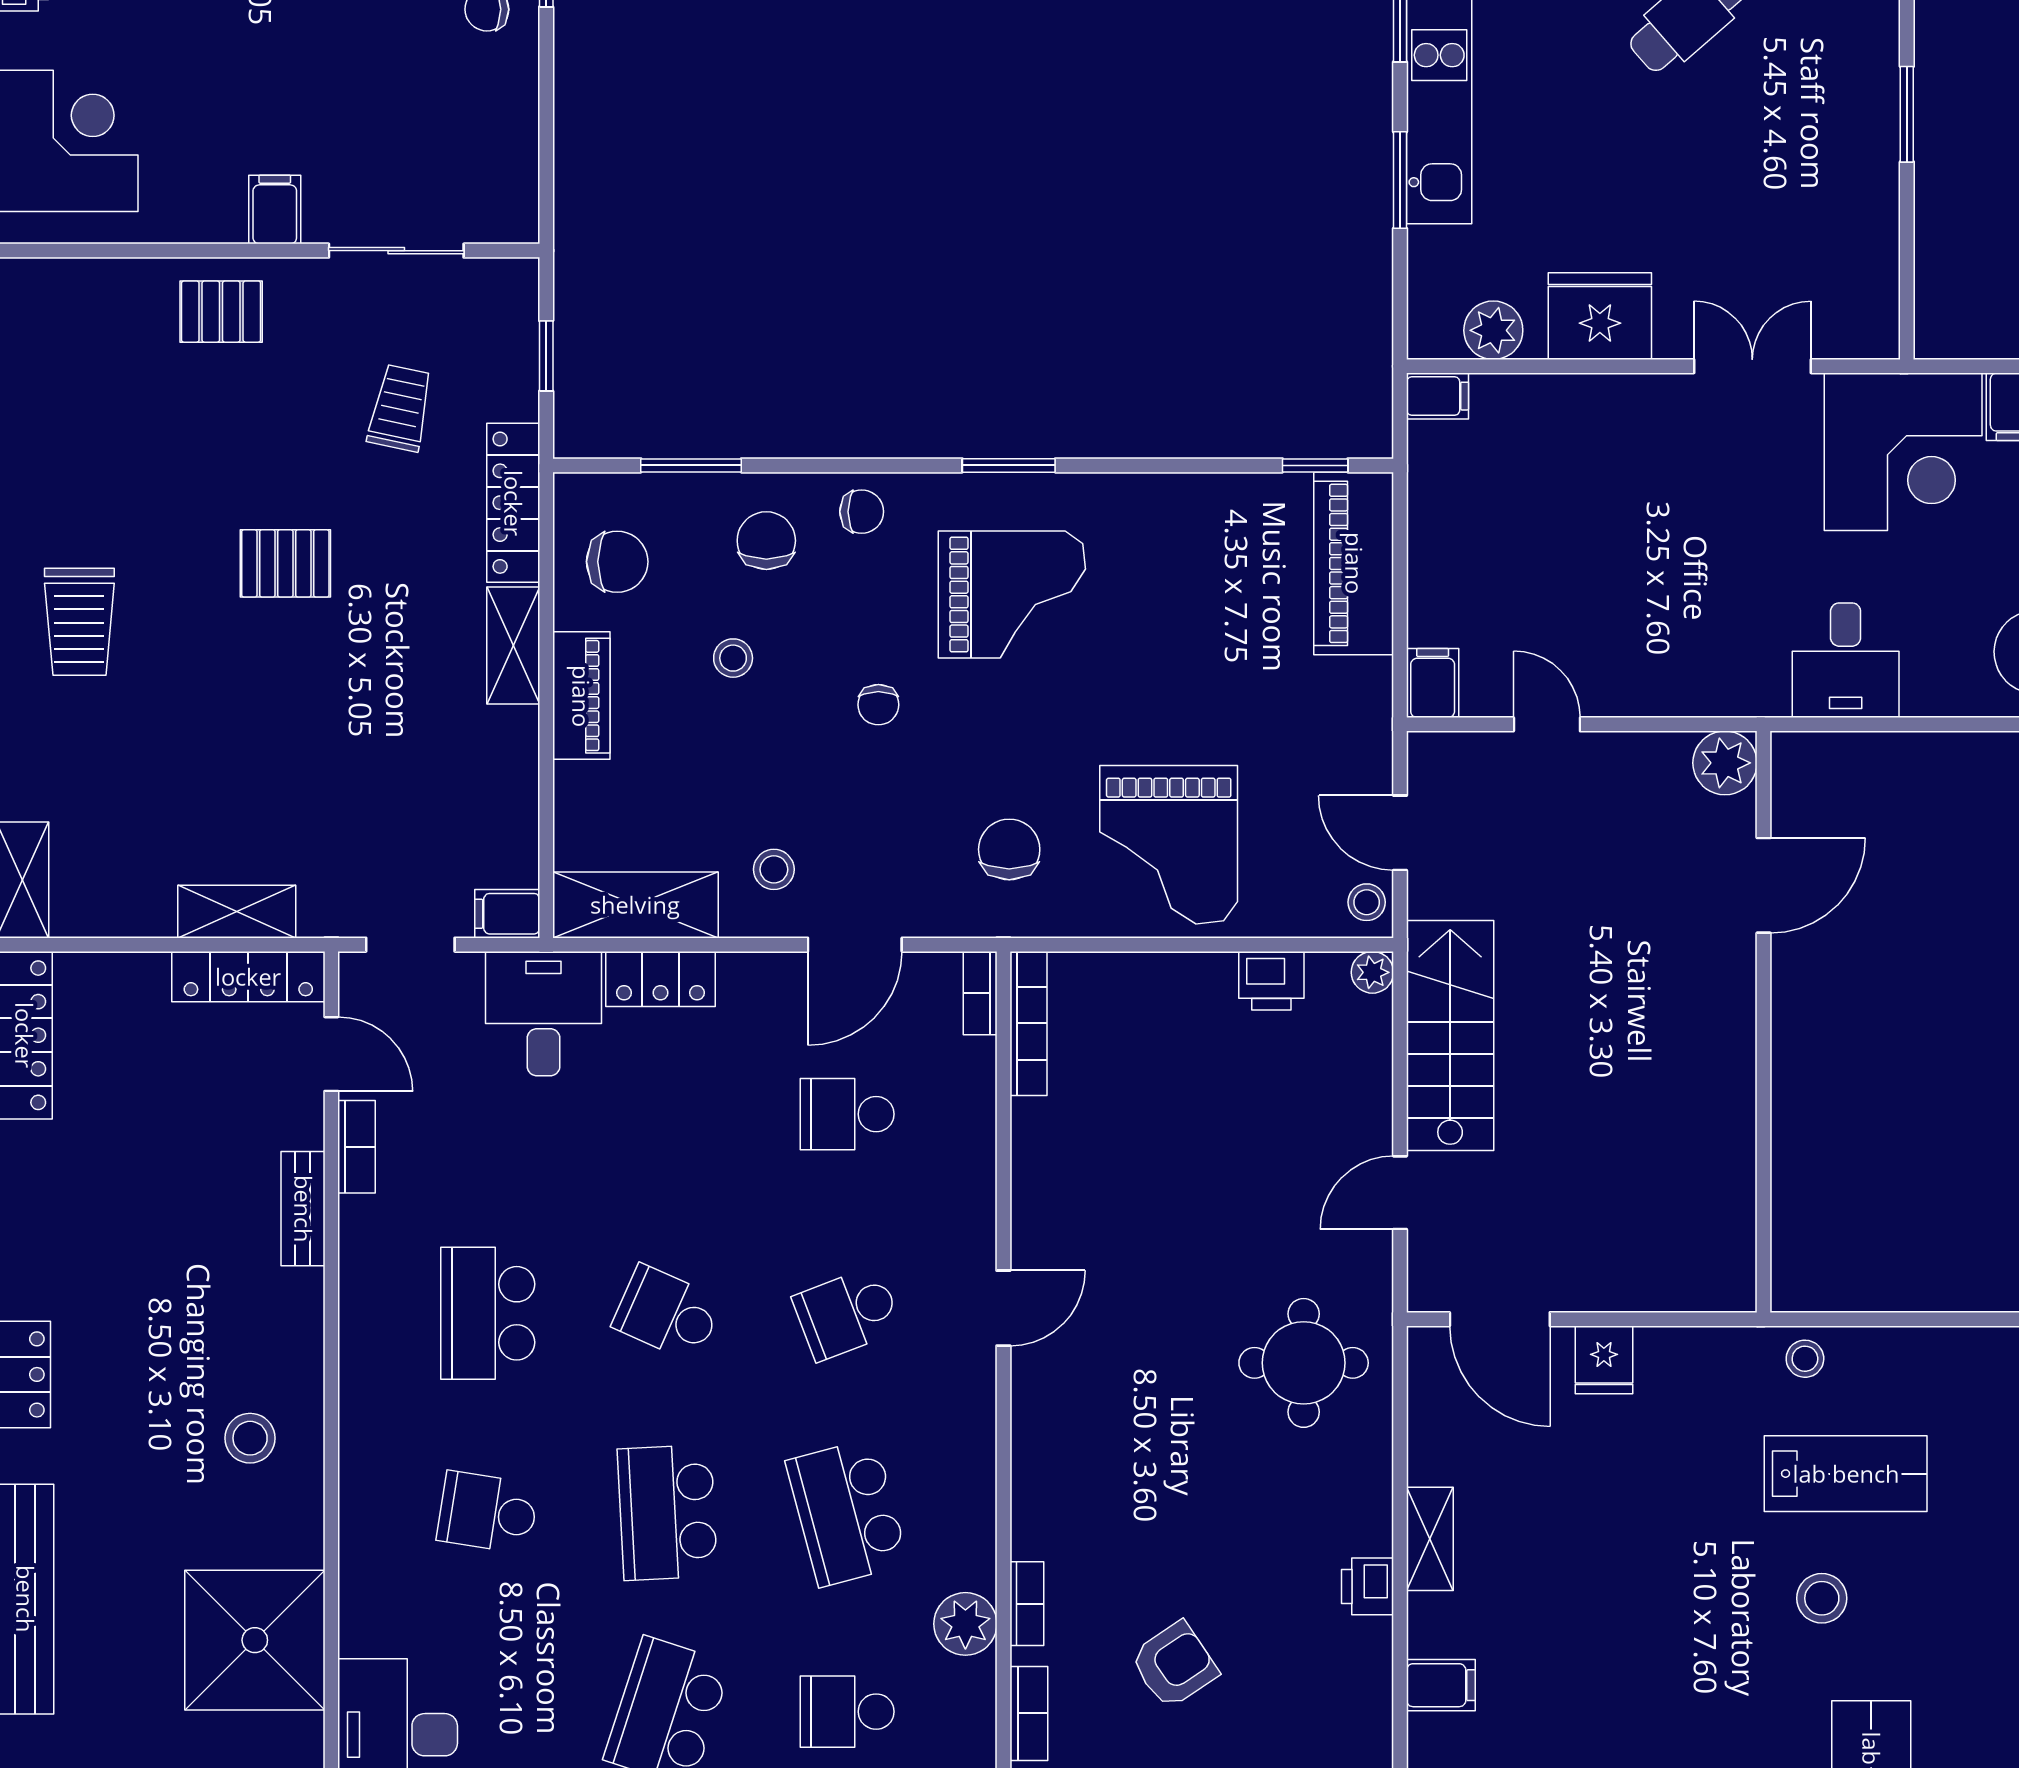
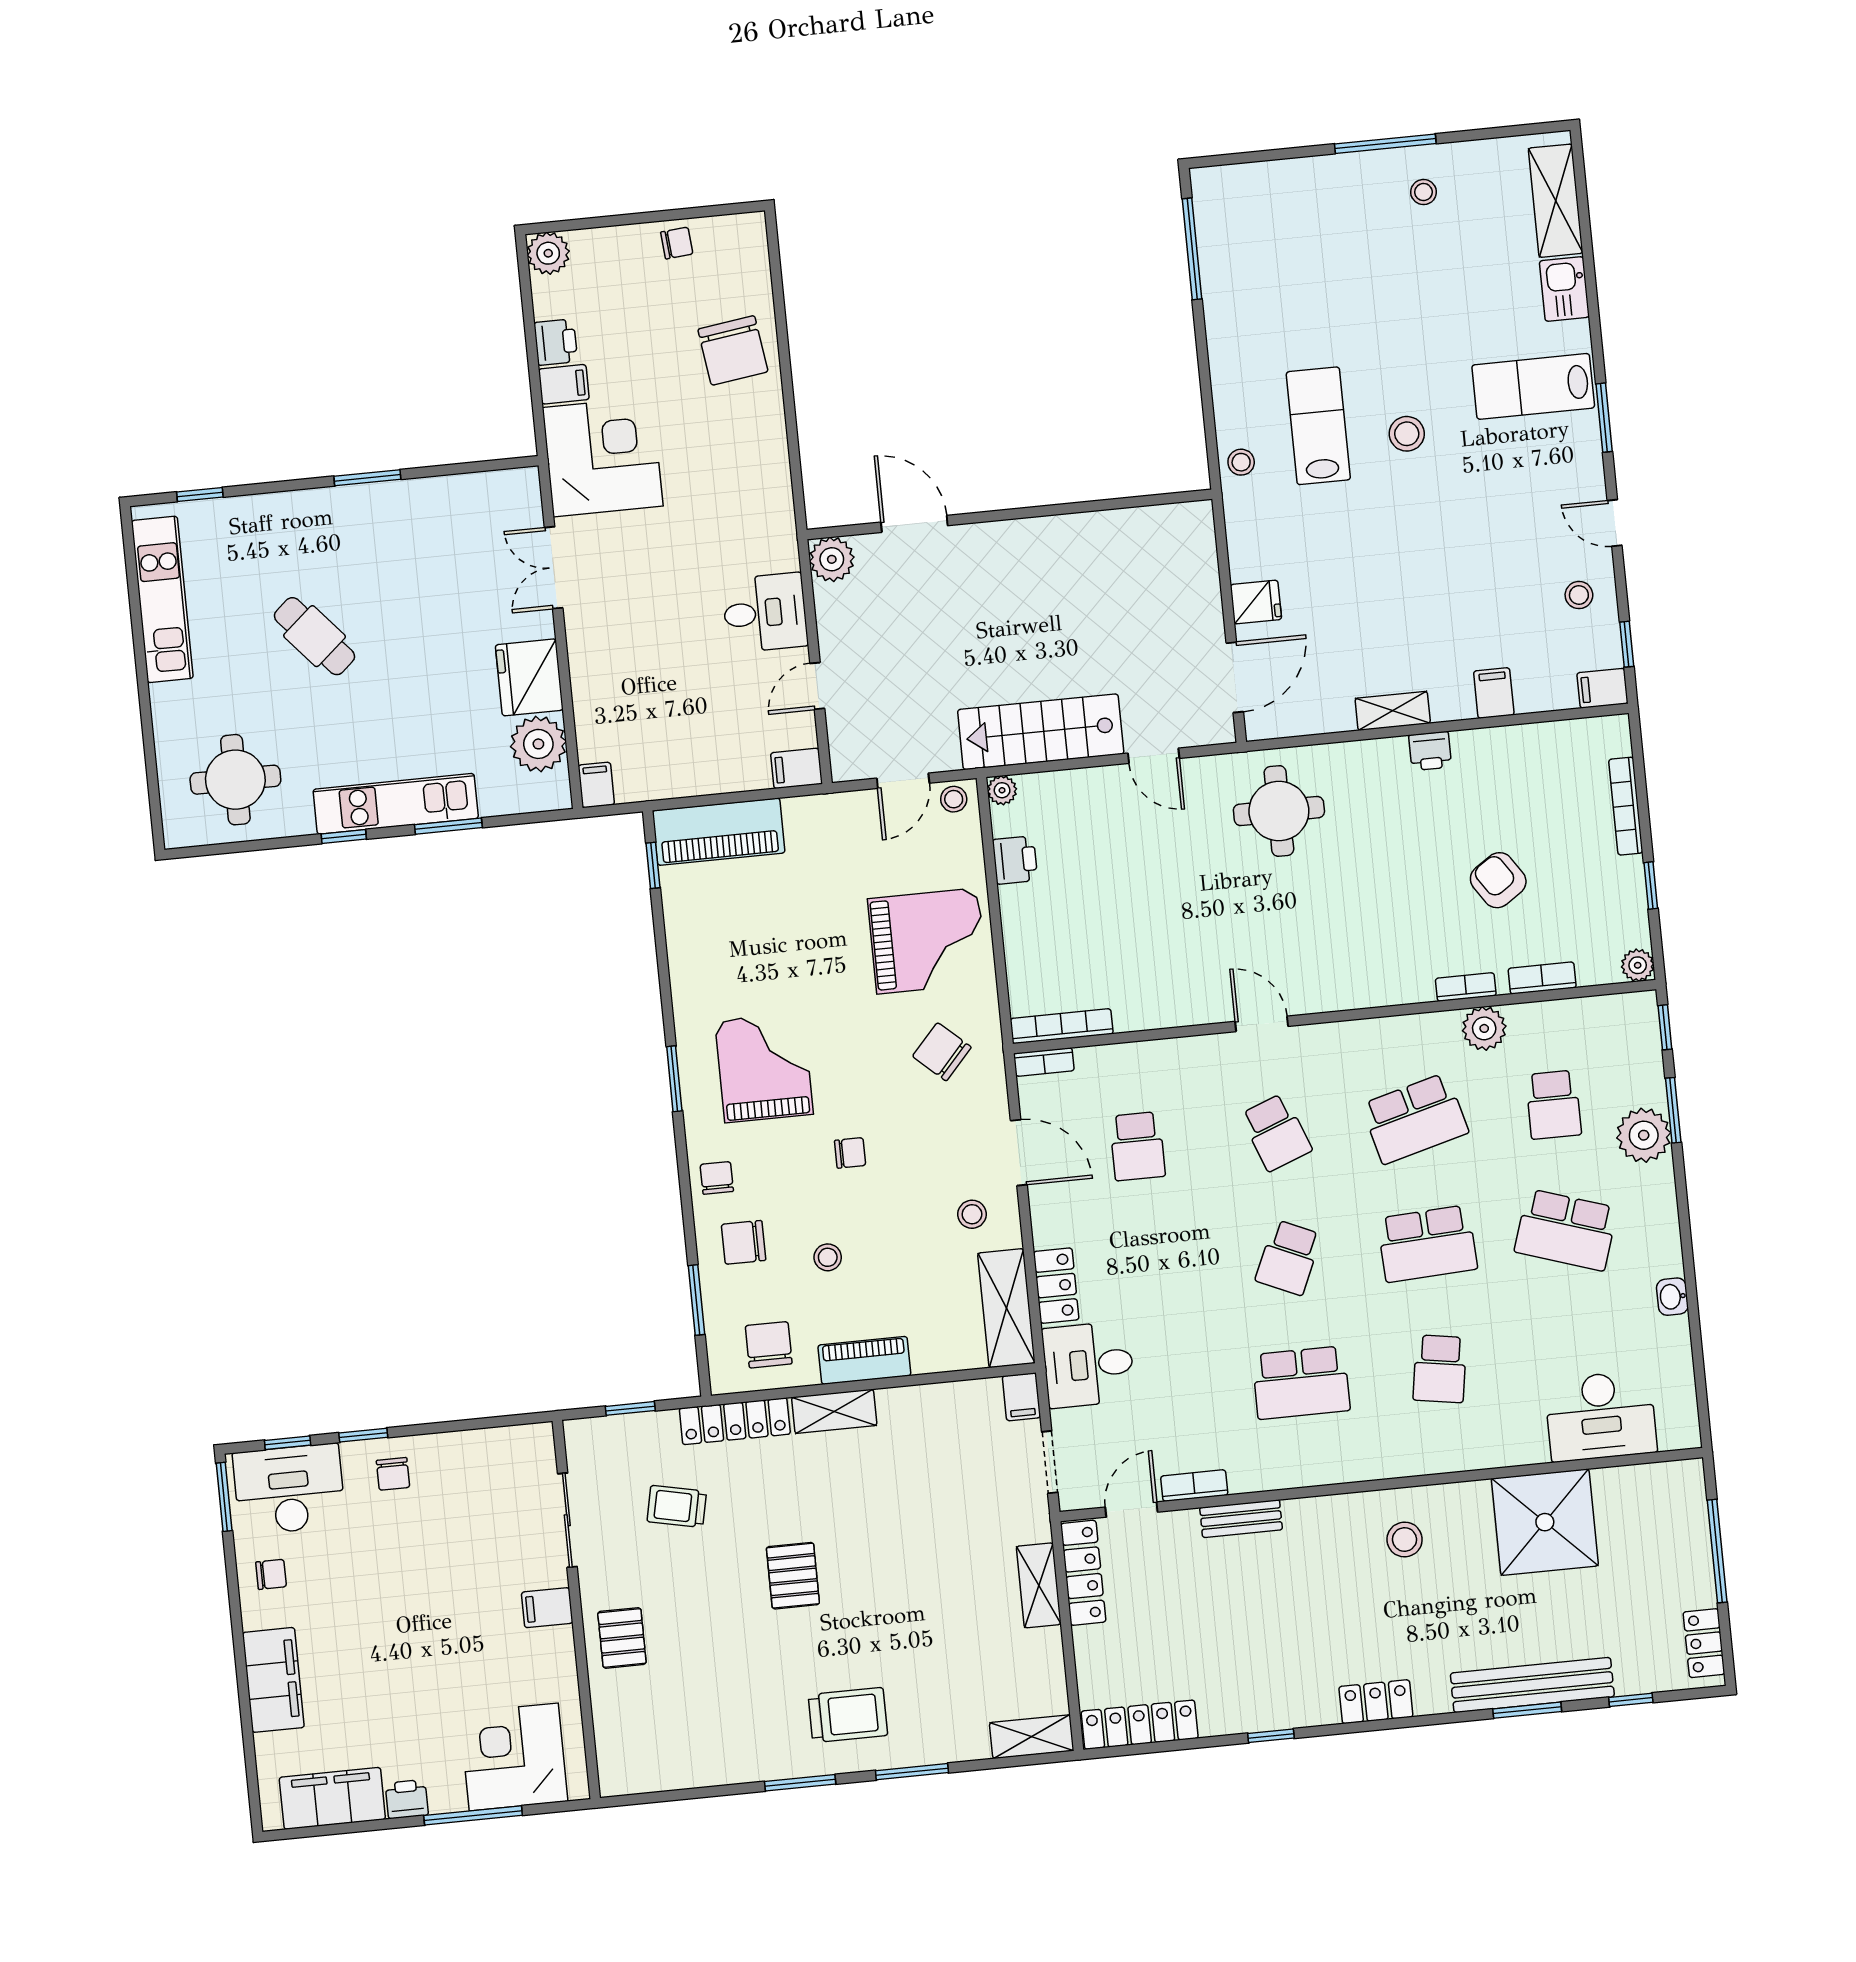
plant: (1493, 330) -> (538, 744), width x1.36, depth x1.36
desk: (1846, 660) -> (765, 613), moved
chair: (1009, 849) -> (942, 1052), turned 42

